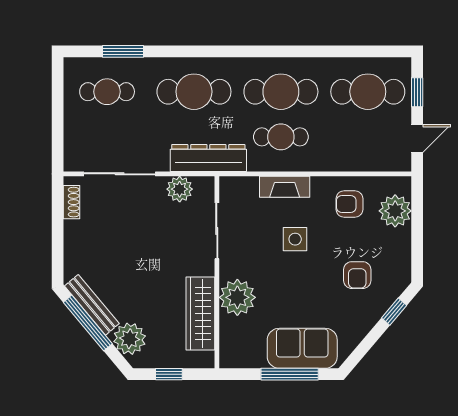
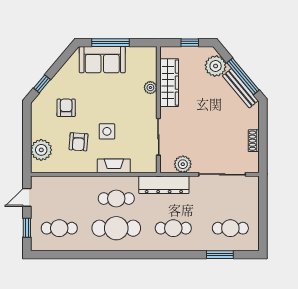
cafe table: (194, 92) -> (173, 228), width x0.73, depth x0.74
cafe table: (368, 92) -> (59, 228), width x0.73, depth x0.74
shoe rack: (72, 202) -> (254, 141), moved
armchair: (349, 204) -> (78, 142), moved, turned 94
plant: (237, 297) -> (150, 88), width x0.53, depth x0.53

